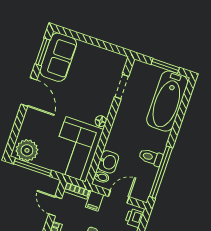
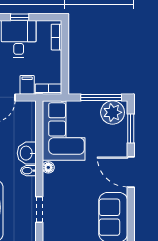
window: (43, 52) -> (131, 129), moved
washbasin: (108, 162) -> (27, 153), moved
bidet: (101, 177) -> (28, 171), moved
door: (55, 206) -> (65, 66), removed

